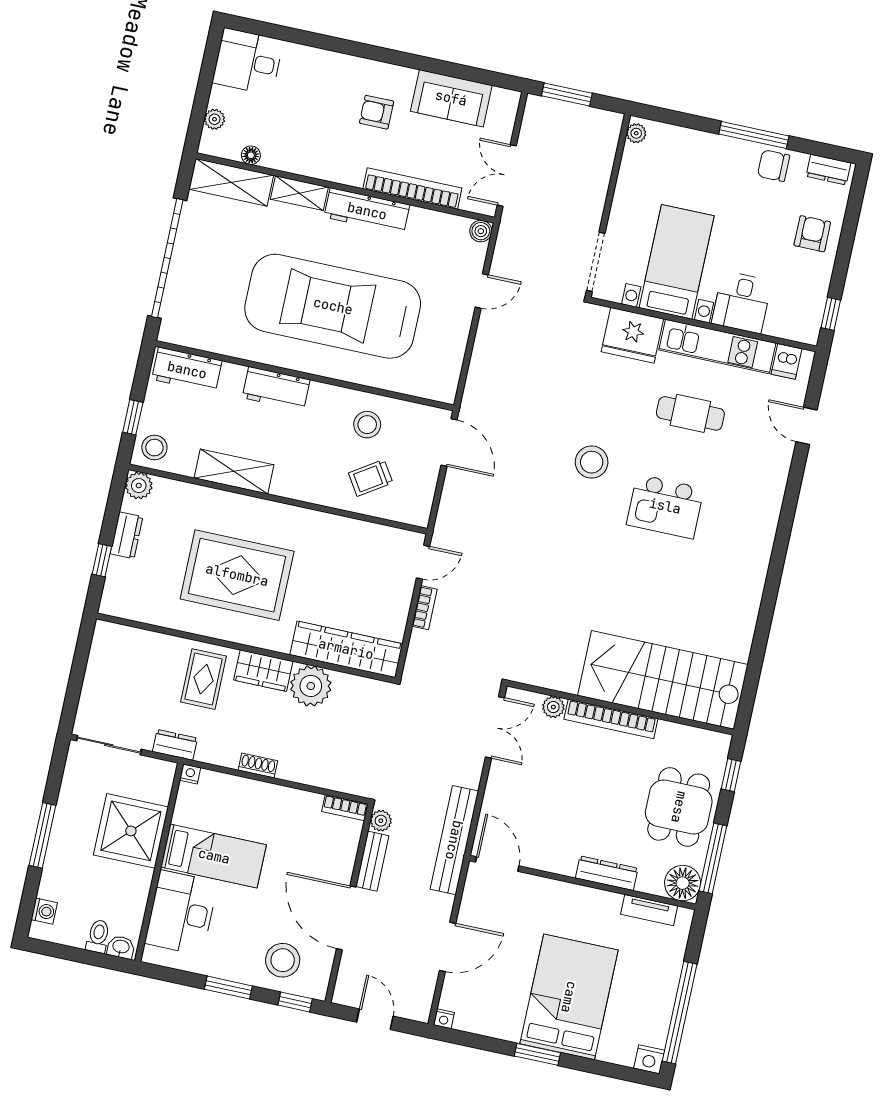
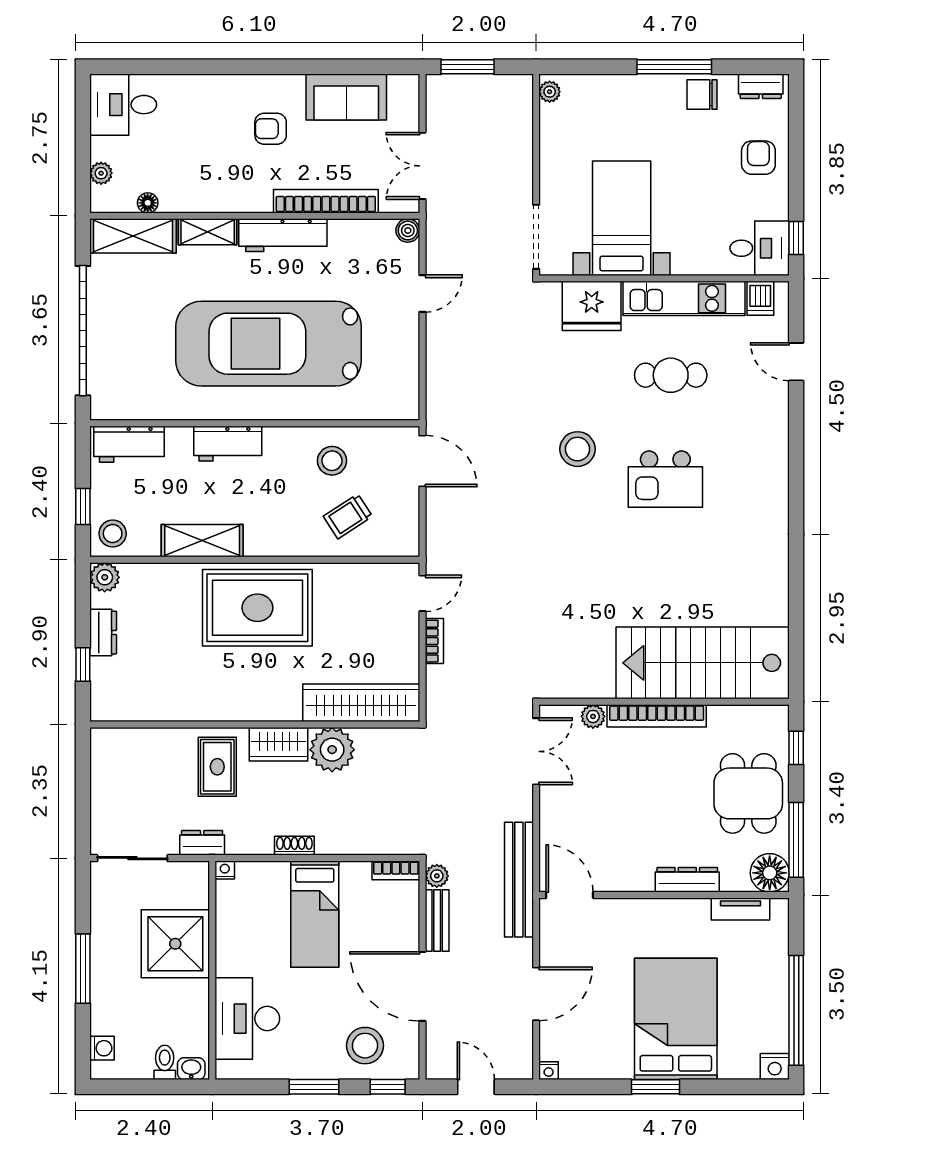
desk: (742, 302) -> (760, 248), moved, turned -90
rug: (237, 575) -> (257, 608), moved
bed: (214, 856) -> (315, 914), moved, turned 90

